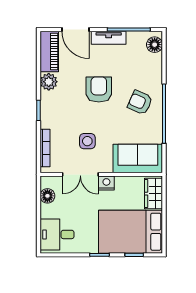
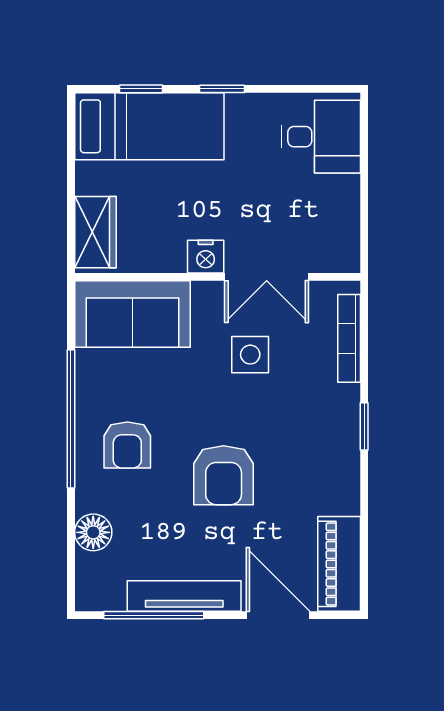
tv unit: (109, 38) -> (184, 596), width x1.41
floor lamp: (155, 45) -> (93, 532), moved
plant: (49, 82) -> (340, 493), removed
armchair: (140, 102) -> (127, 445), turned 66
double door: (80, 174) -> (267, 277), swing flipped
floor lamp: (47, 196) -> (343, 227), removed
bed: (131, 232) -> (149, 126), width x0.67

